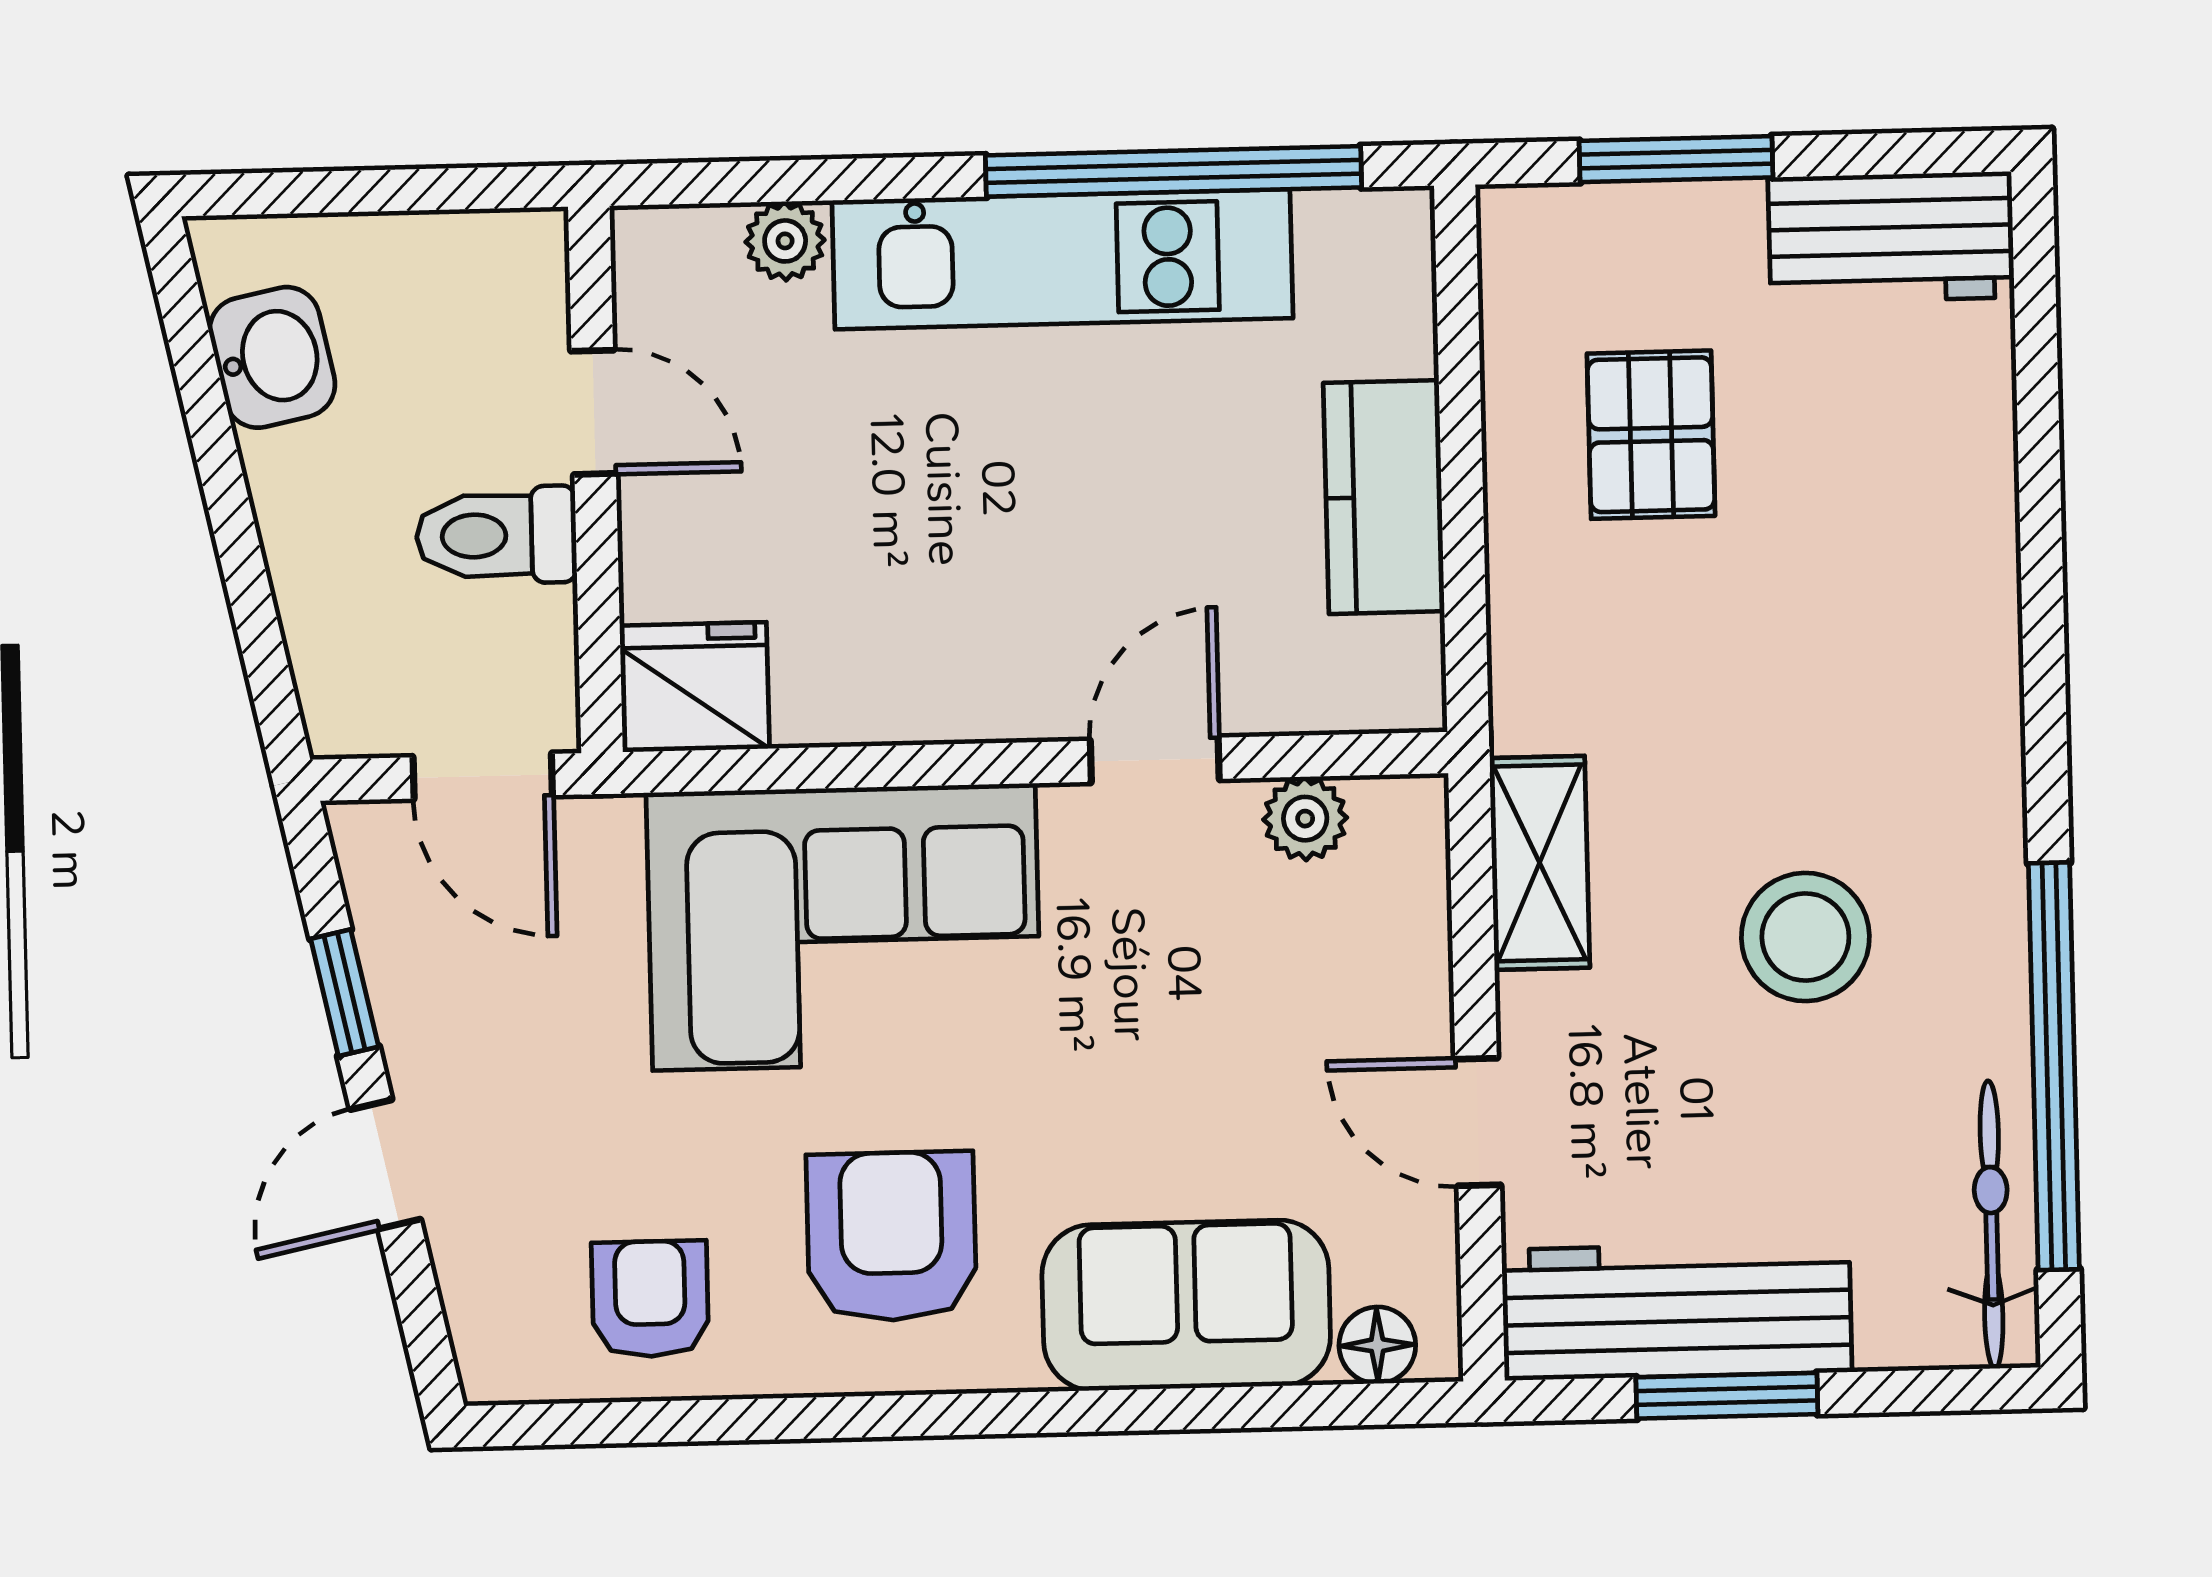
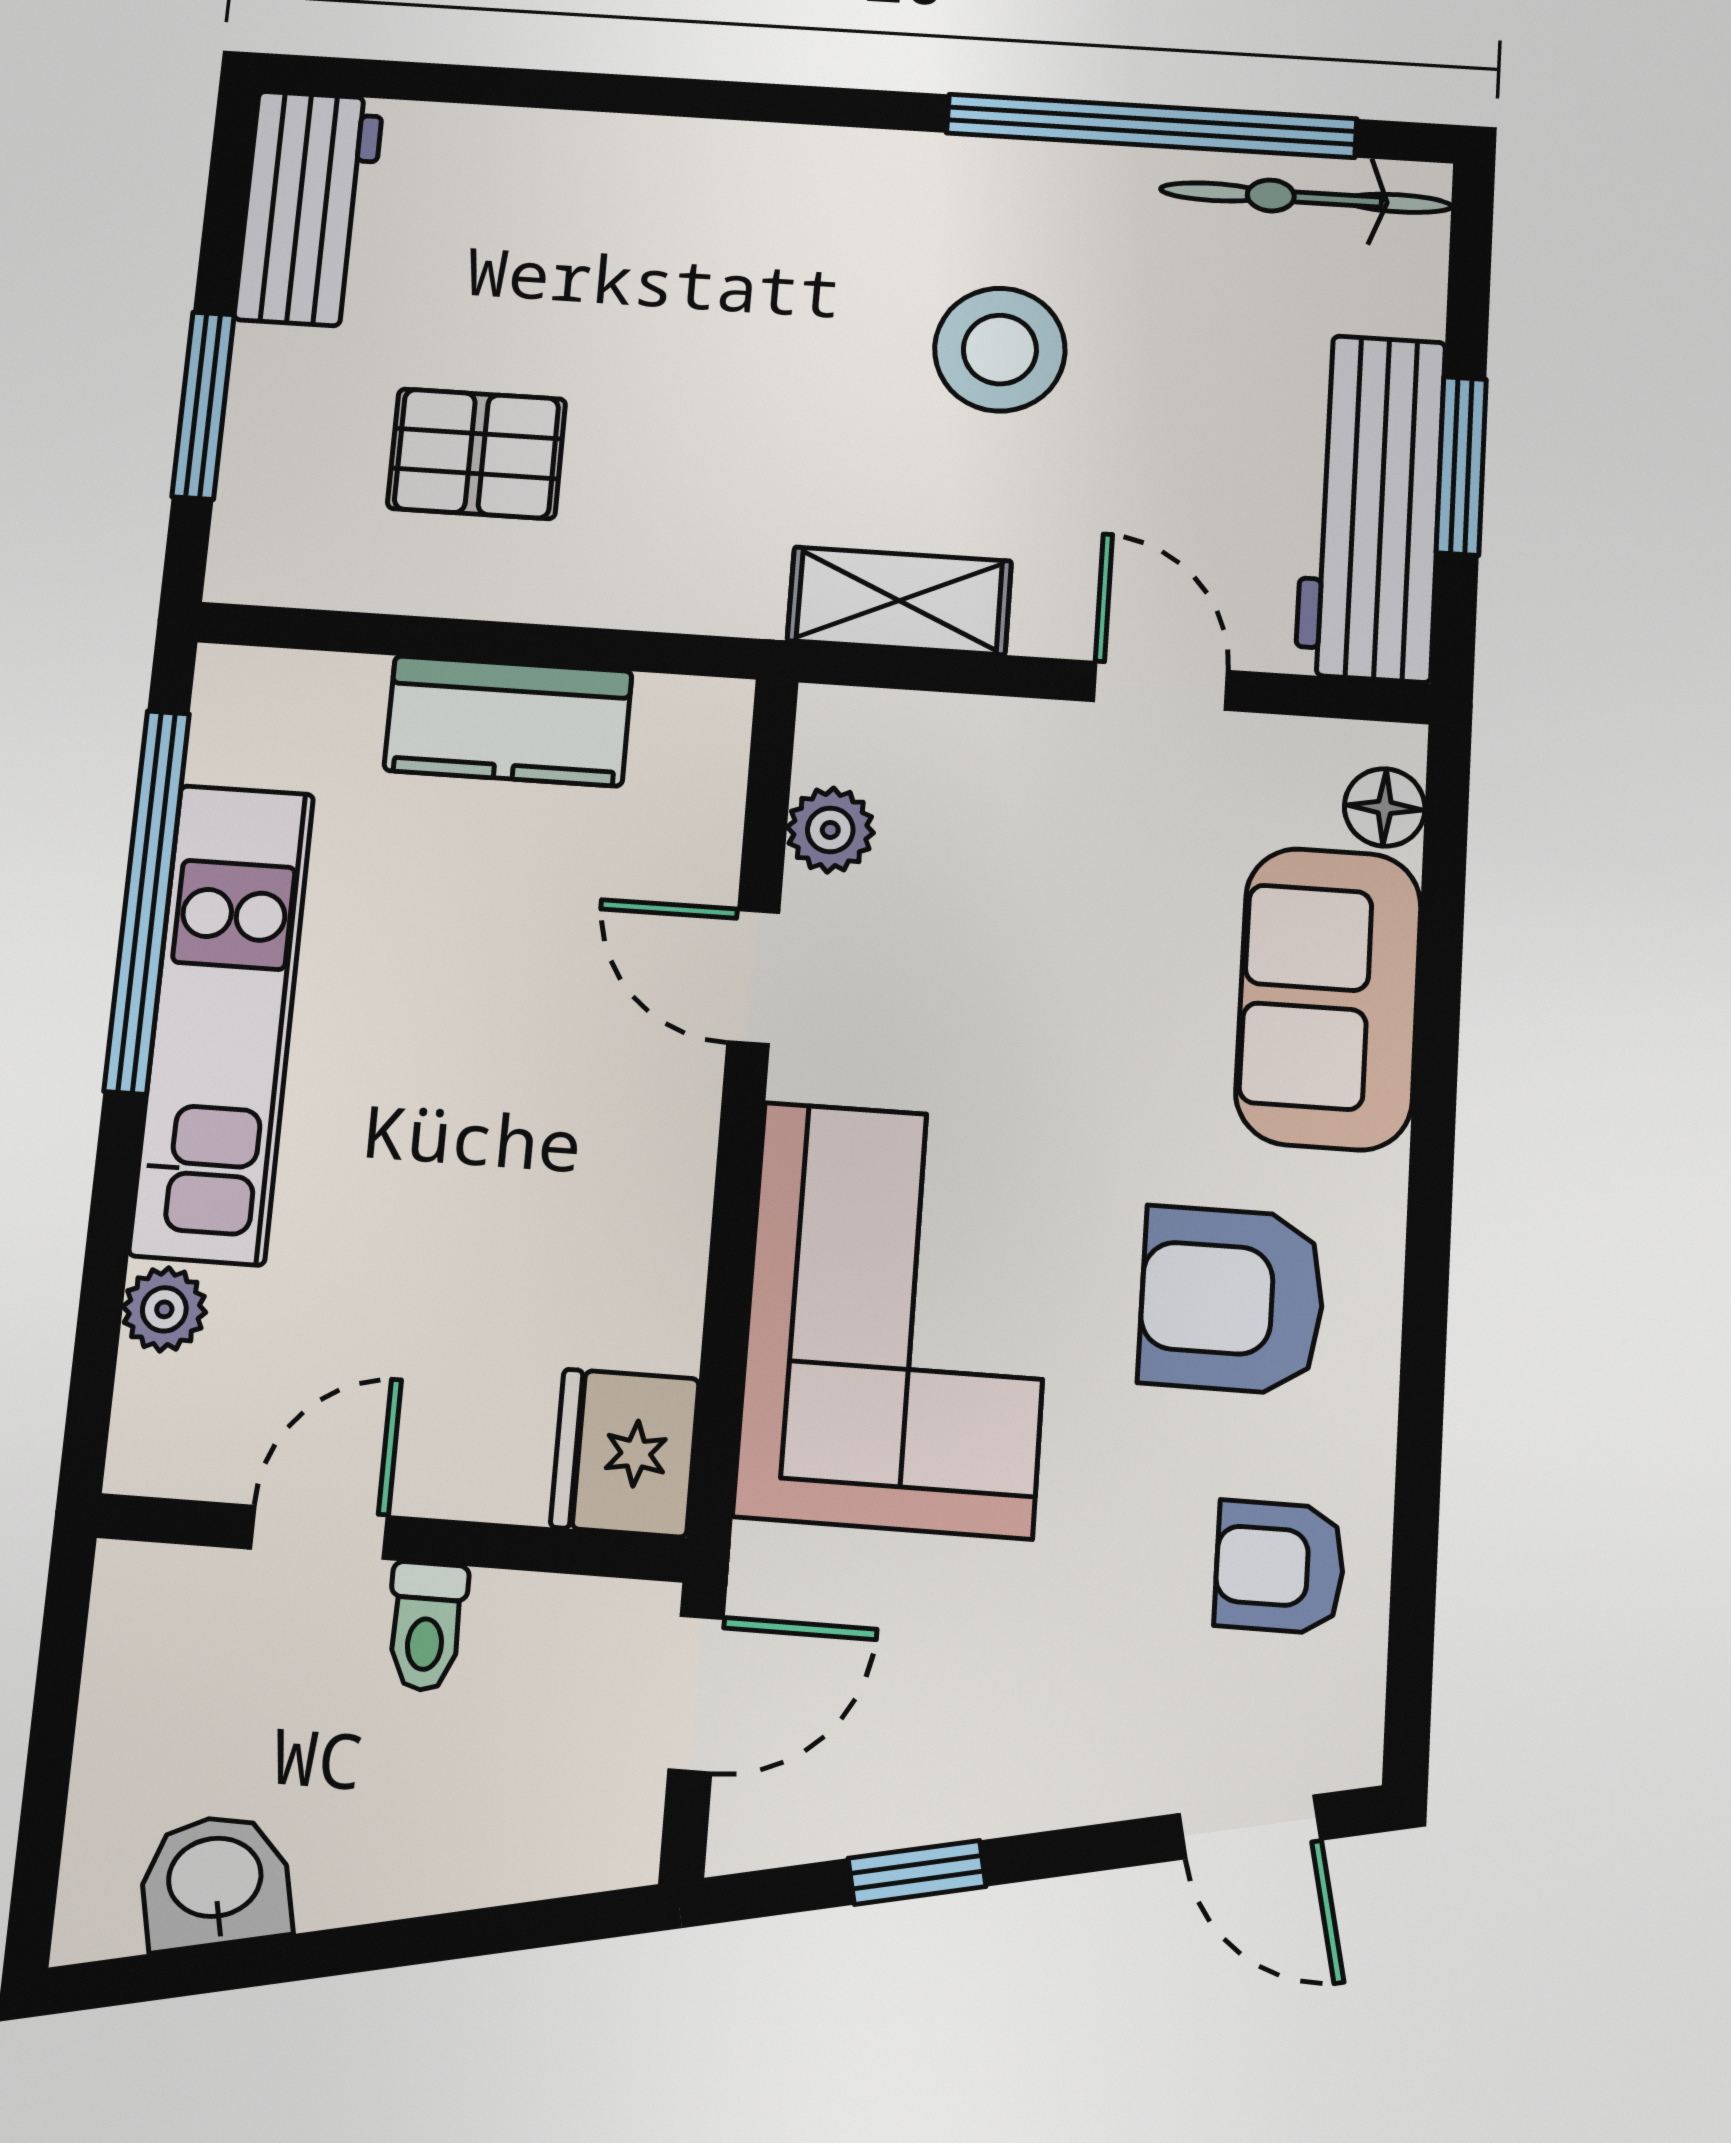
toilet: (496, 535) -> (426, 1626), width x0.73, depth x0.72
door: (1478, 1122) -> (1160, 686), swing flipped
door: (385, 1164) -> (1250, 1827), moved

